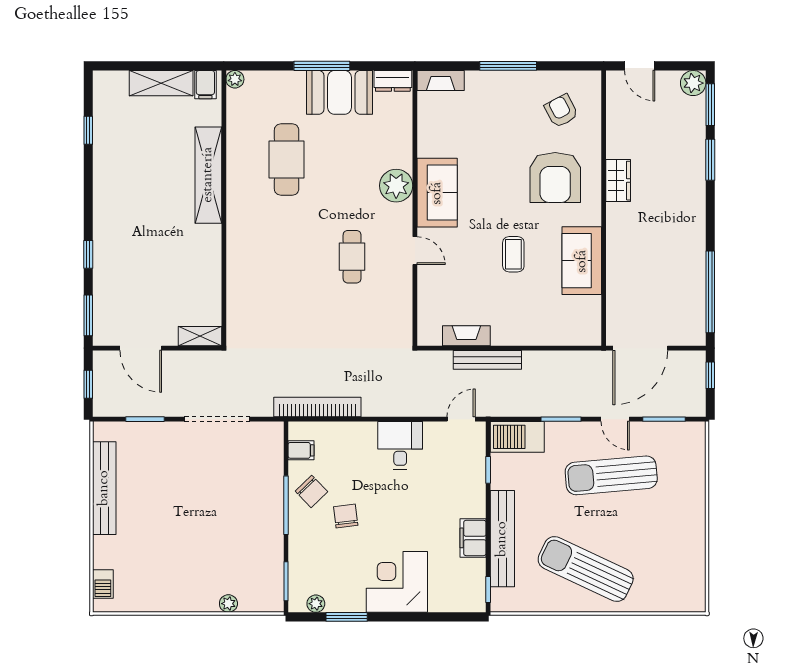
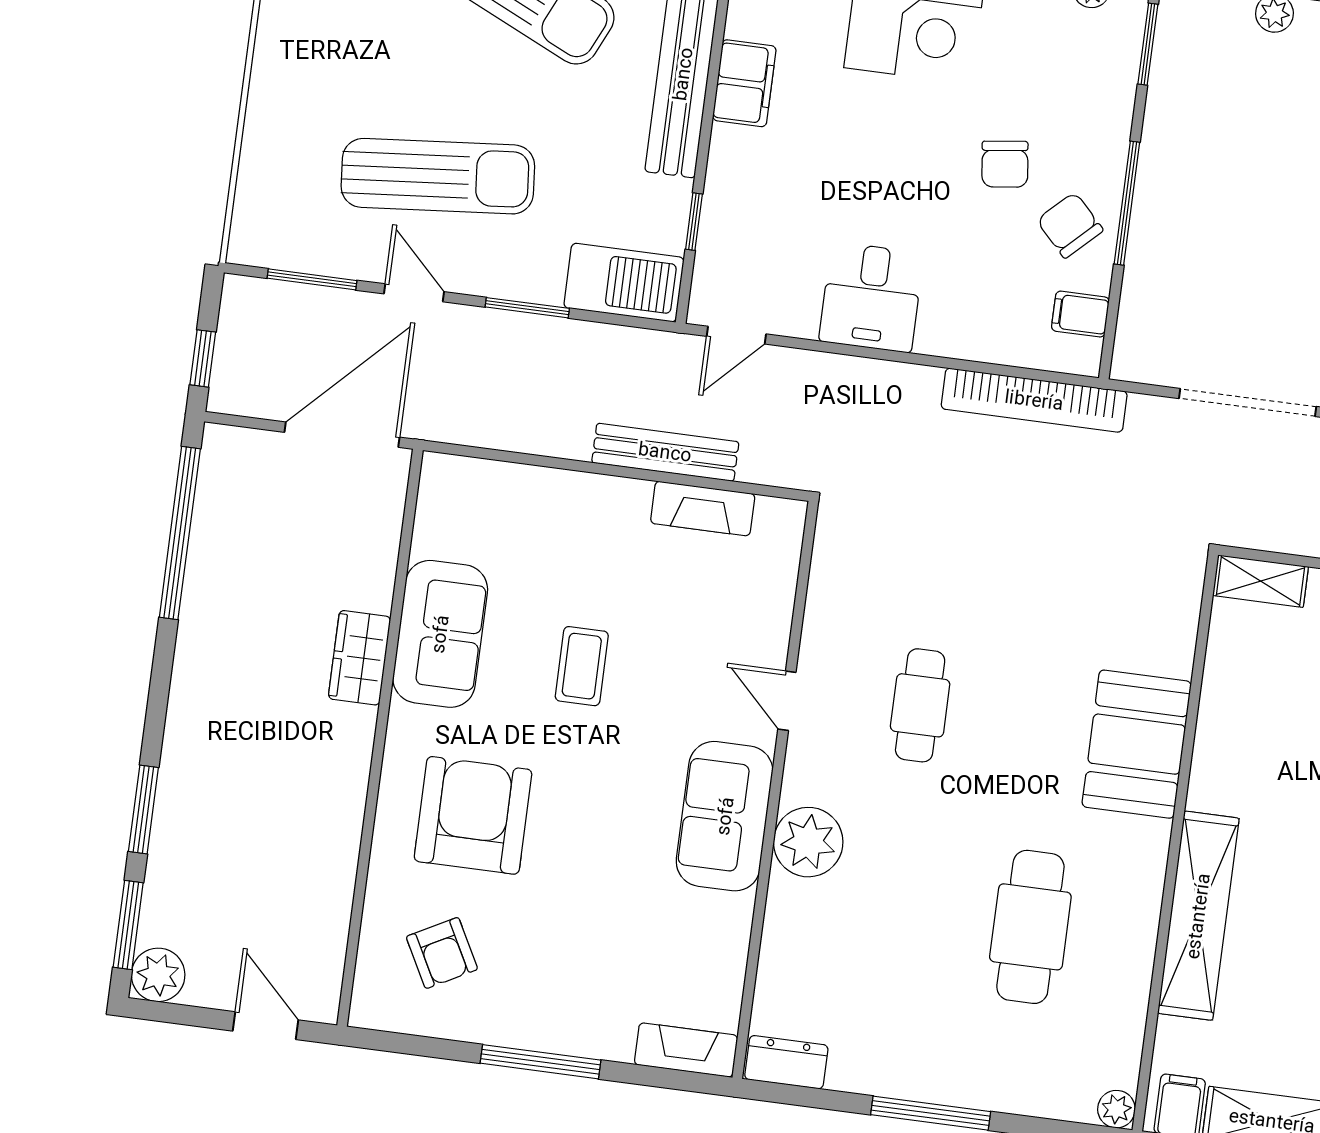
booth: (340, 92) -> (1137, 744), moved, turned 90
wardrobe: (618, 181) -> (360, 658), moved

